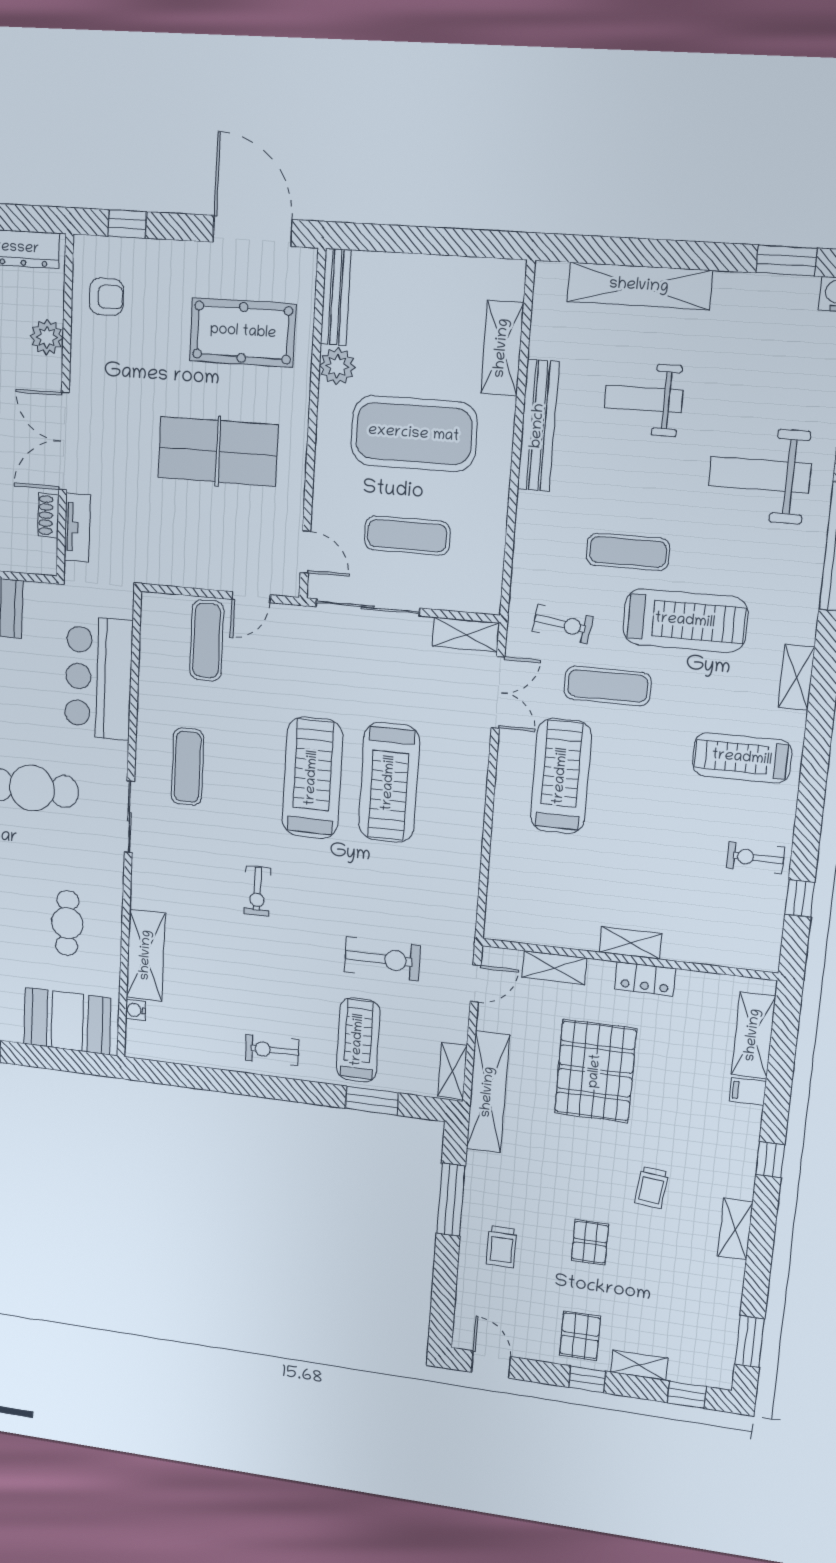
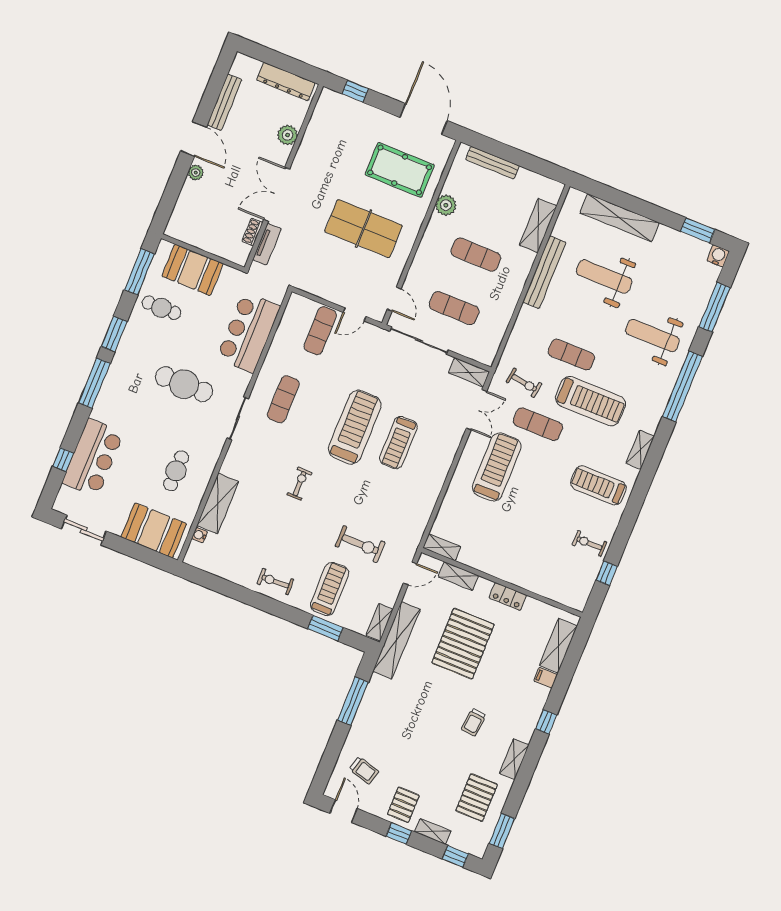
armchair: (106, 297) -> (330, 125), removed
bench: (336, 297) -> (492, 163), moved, turned 90
weight bench: (644, 399) -> (604, 277), width x1.36, depth x1.33
exercise mat: (414, 434) -> (476, 255), width x0.50, depth x0.69
treadmill: (389, 783) -> (398, 443), width x0.73, depth x0.73
exercise bike: (257, 891) -> (299, 484), turned 180
shelving: (631, 943) -> (442, 547), moved
pallet: (590, 1242) -> (477, 798), moved, width x1.50, depth x1.42
trolley: (501, 1247) -> (364, 770), moved, turned -75

